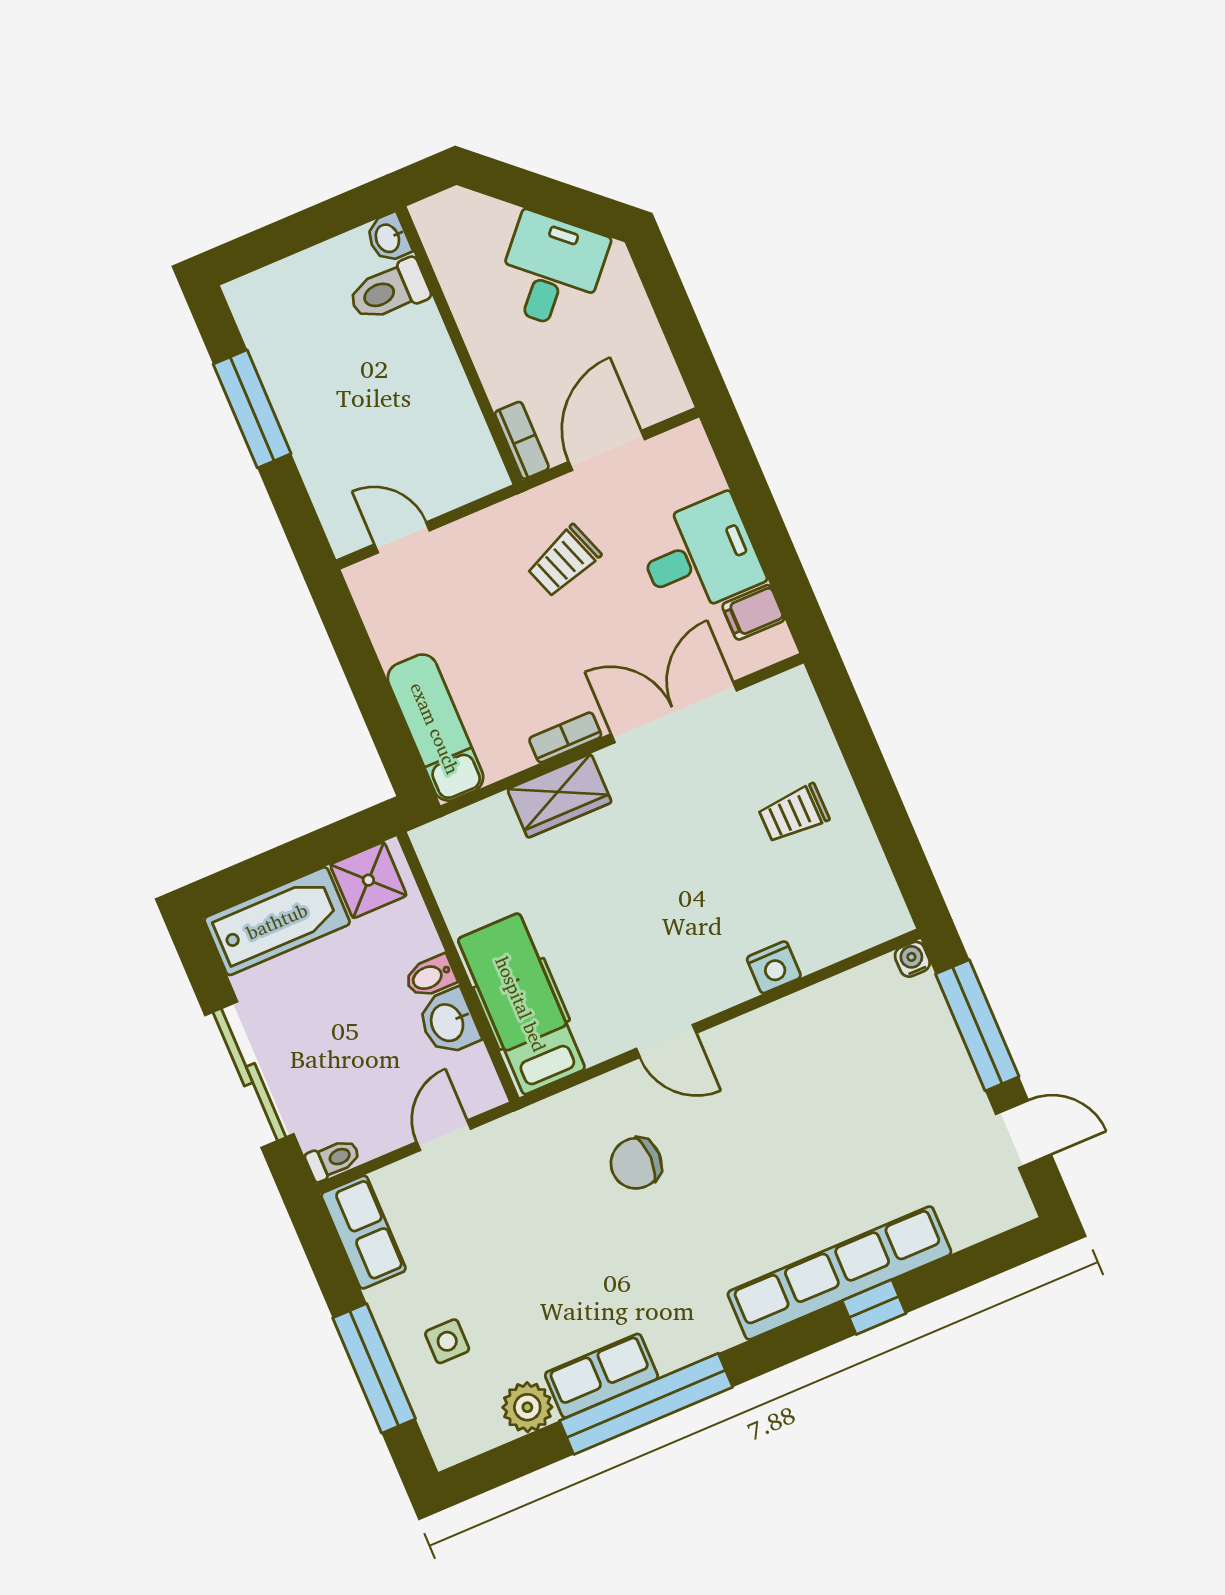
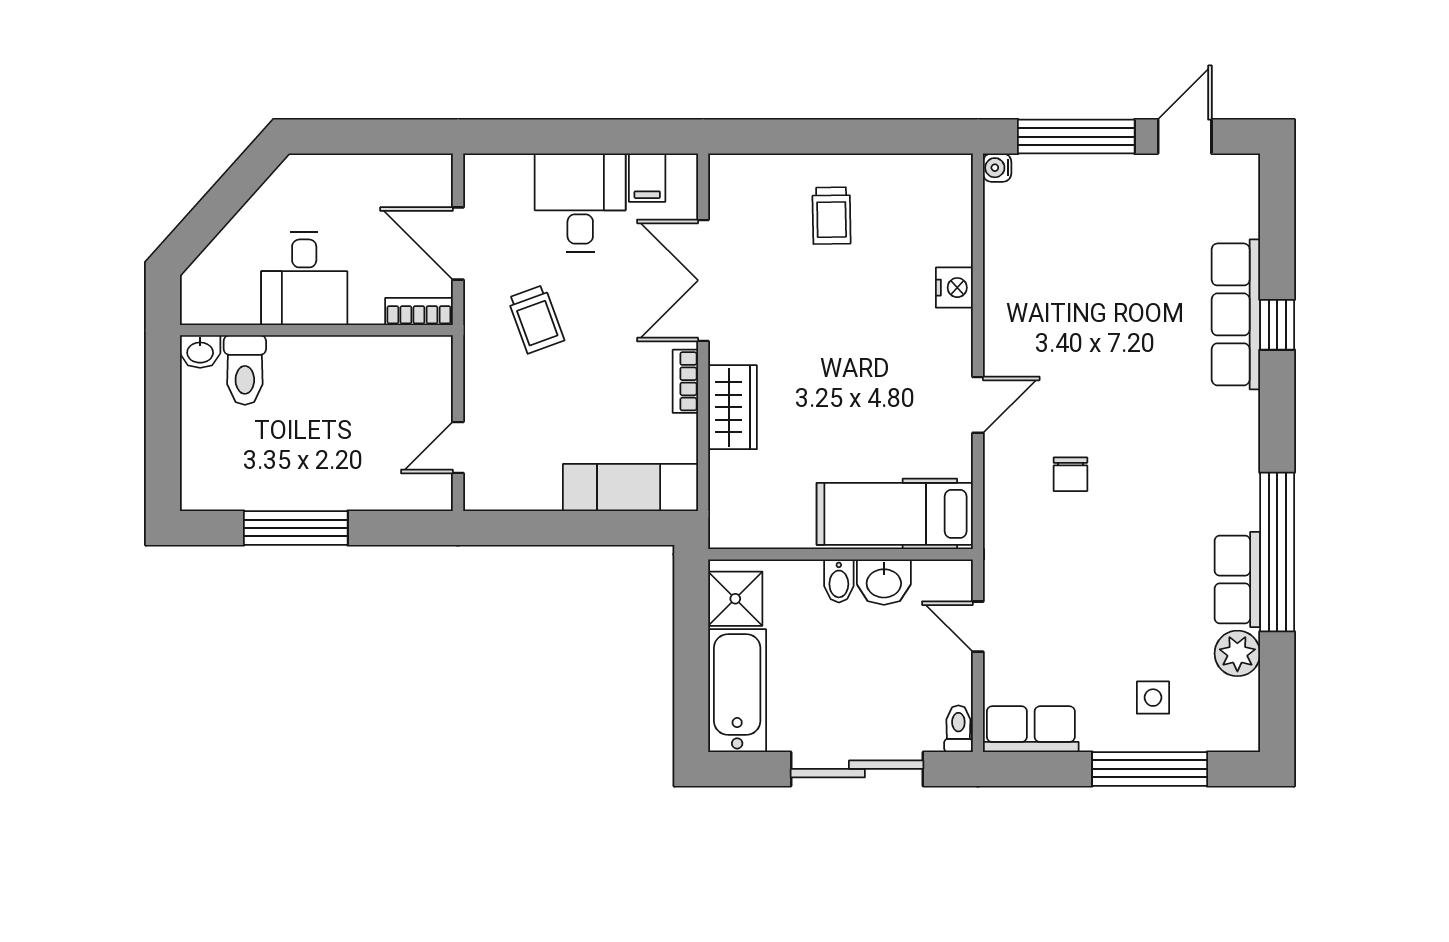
desk: (551, 271) -> (304, 279), moved, turned -132
chair: (636, 1163) -> (1070, 474), width x0.73, depth x0.73
row of seats: (839, 1273) -> (1236, 314), width x0.73

